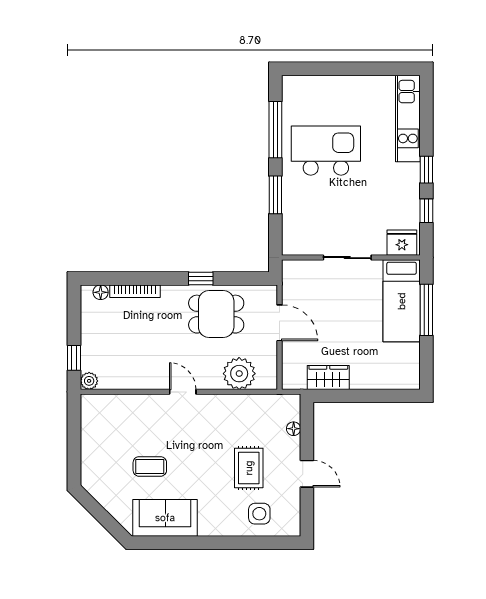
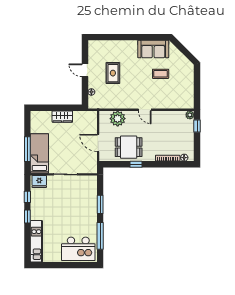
kitchen island: (326, 151) -> (78, 249), moved
wardrobe: (328, 378) -> (62, 117), moved
side table: (259, 514) -> (108, 51), removed

